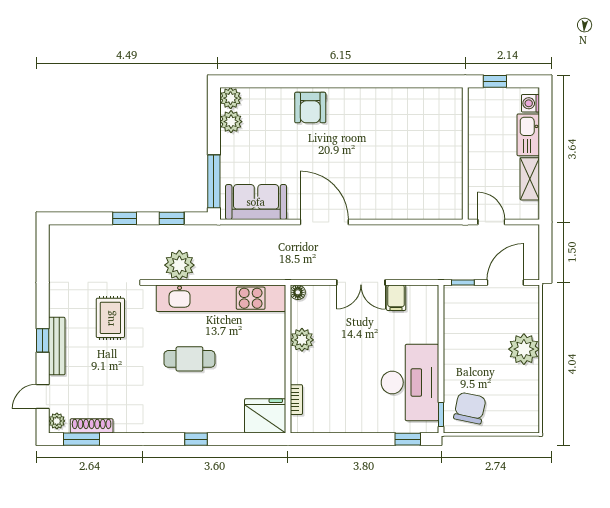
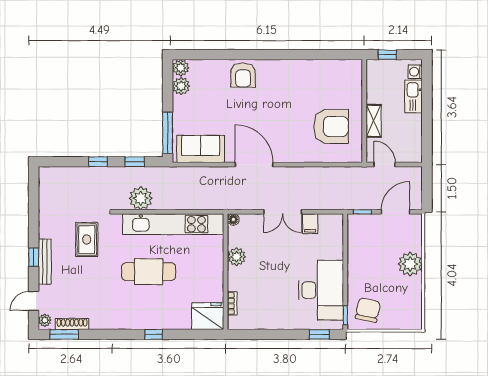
armchair: (423, 173) -> (331, 126), added
shelving: (530, 179) -> (374, 121), moved
cafe table: (189, 359) -> (149, 272), width x1.37, depth x1.35

